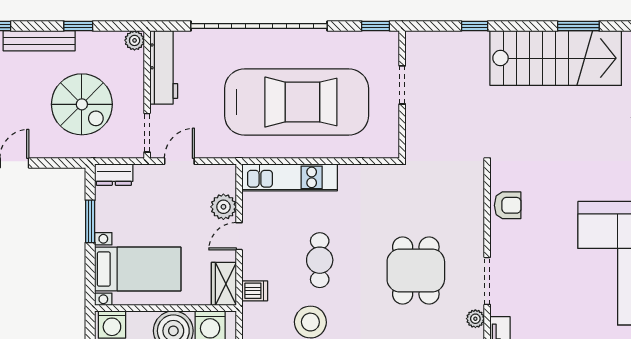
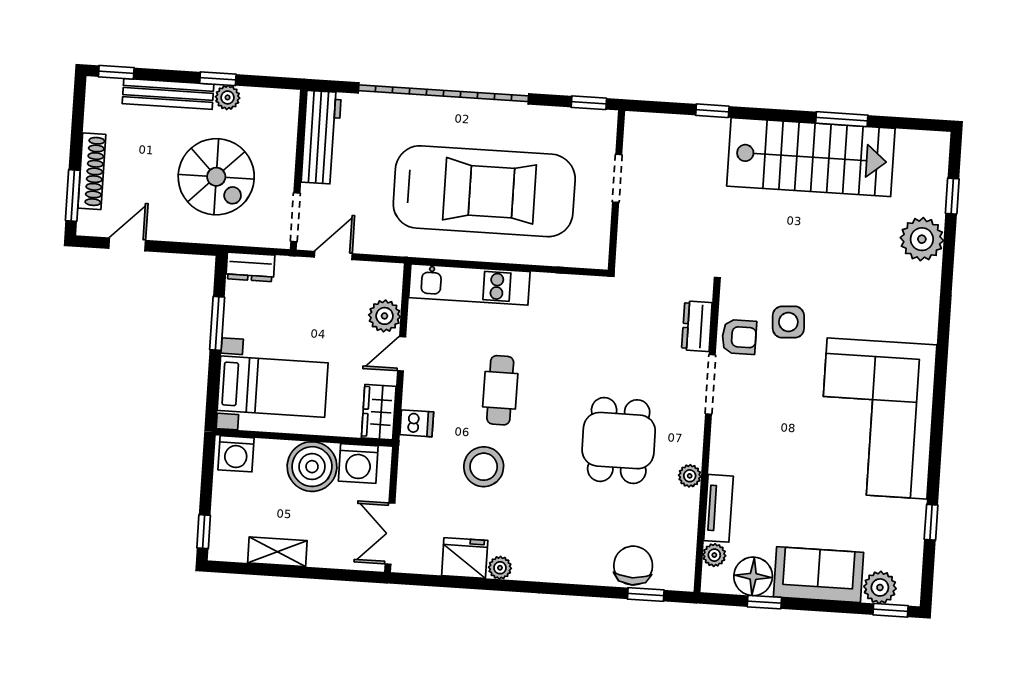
plant: (135, 40) -> (228, 97), moved
side table: (546, 191) -> (788, 322), added
dresser: (473, 199) -> (697, 326), added
dining table: (416, 271) -> (619, 441), moved
doorway: (487, 281) -> (710, 384), moved

